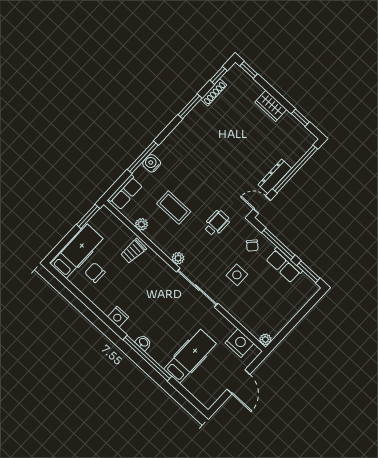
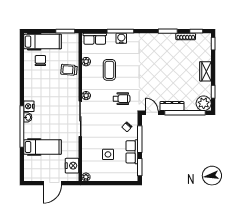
plant: (303, 140) -> (204, 103), added
side table: (237, 275) -> (108, 154), moved
nightstand: (118, 317) -> (29, 106), moved

